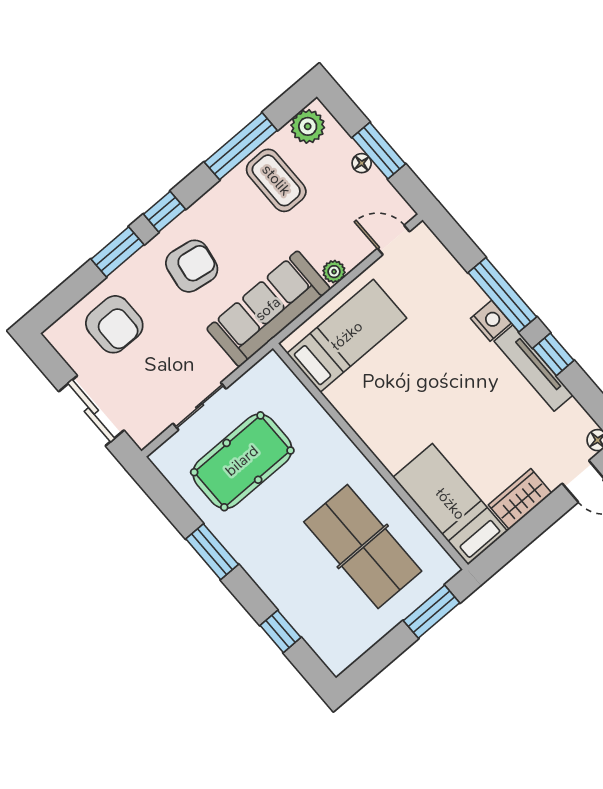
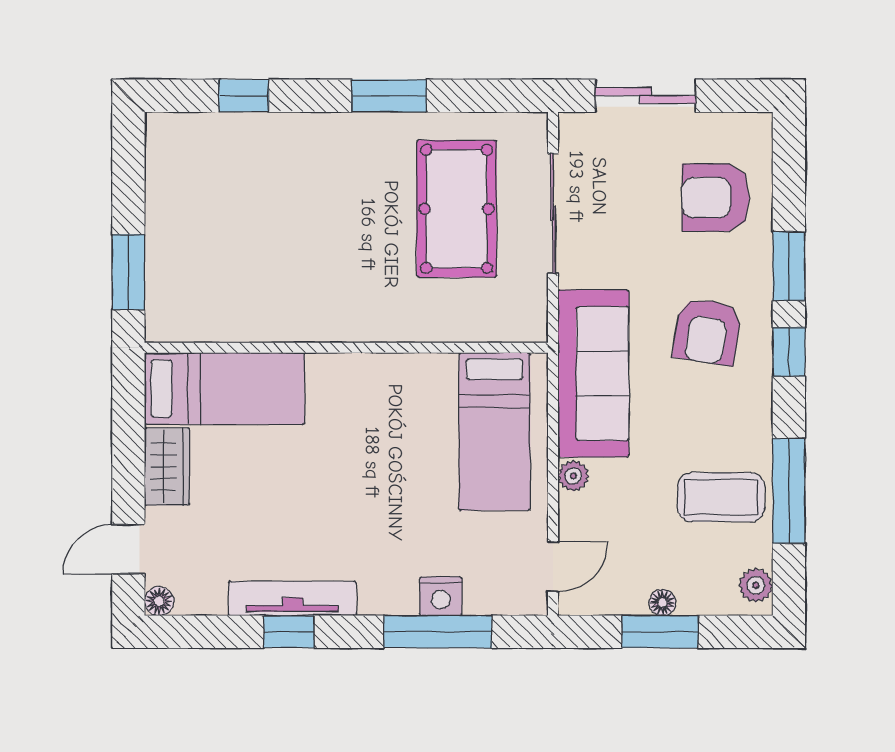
plant: (308, 126) -> (756, 585), width x0.73, depth x0.73
window: (502, 295) -> (438, 632), moved
nightstand: (491, 321) -> (441, 596), moved
sliding door: (200, 406) -> (553, 214), width x1.37
table tennis table: (363, 546) -> (259, 259), removed

